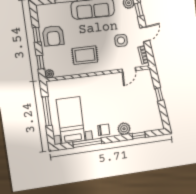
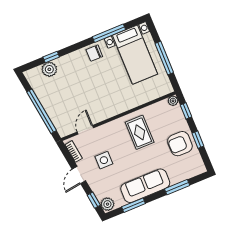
armchair: (53, 36) -> (180, 144), turned -90
rug: (85, 55) -> (140, 132), turned 90
window: (159, 94) -> (42, 111), width x3.17
plant: (124, 129) -> (49, 69), moved

